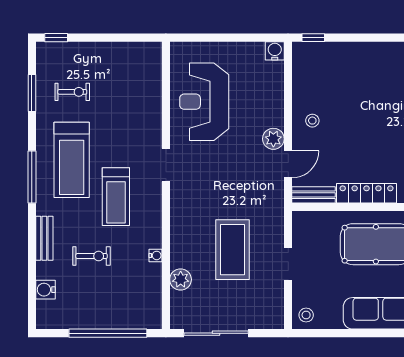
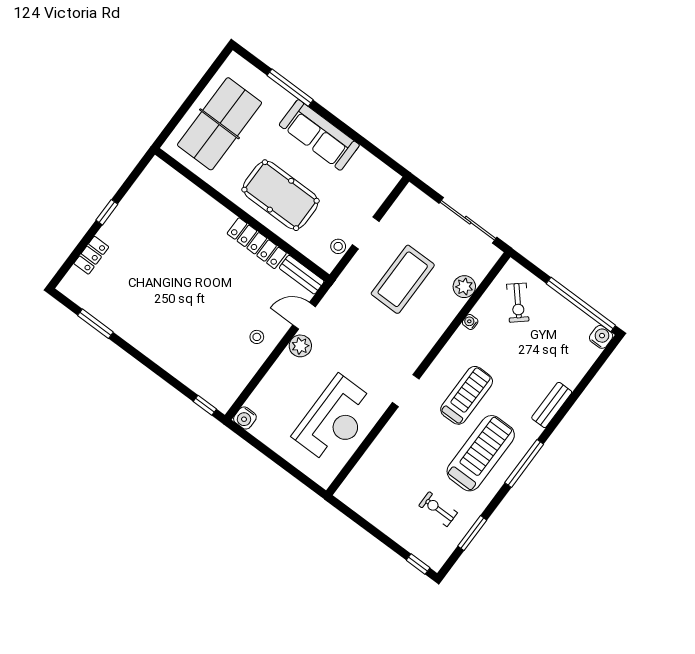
exercise bike: (92, 256) -> (518, 303), moved, turned -131
water cooler: (45, 290) -> (601, 337), moved, turned -90
stool: (306, 315) -> (338, 246), moved
window: (108, 333) -> (581, 304), moved

